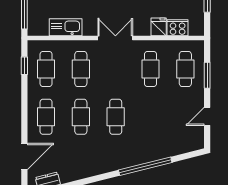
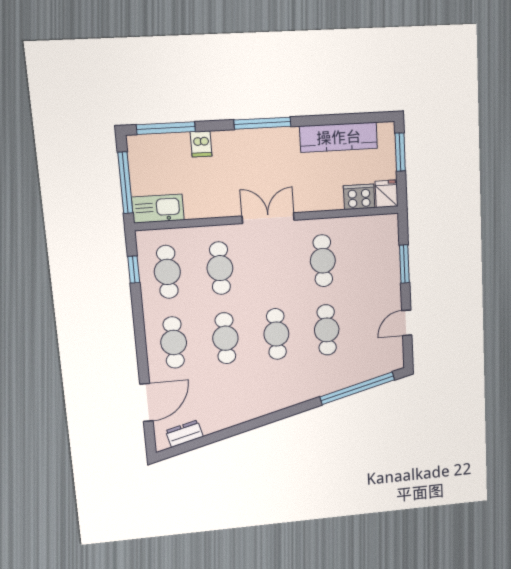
kitchen sink: (66, 27) -> (158, 209), moved
fridge: (159, 27) -> (387, 194), moved
cafe table: (185, 69) -> (327, 330), moved
window: (145, 166) -> (357, 388), moved

